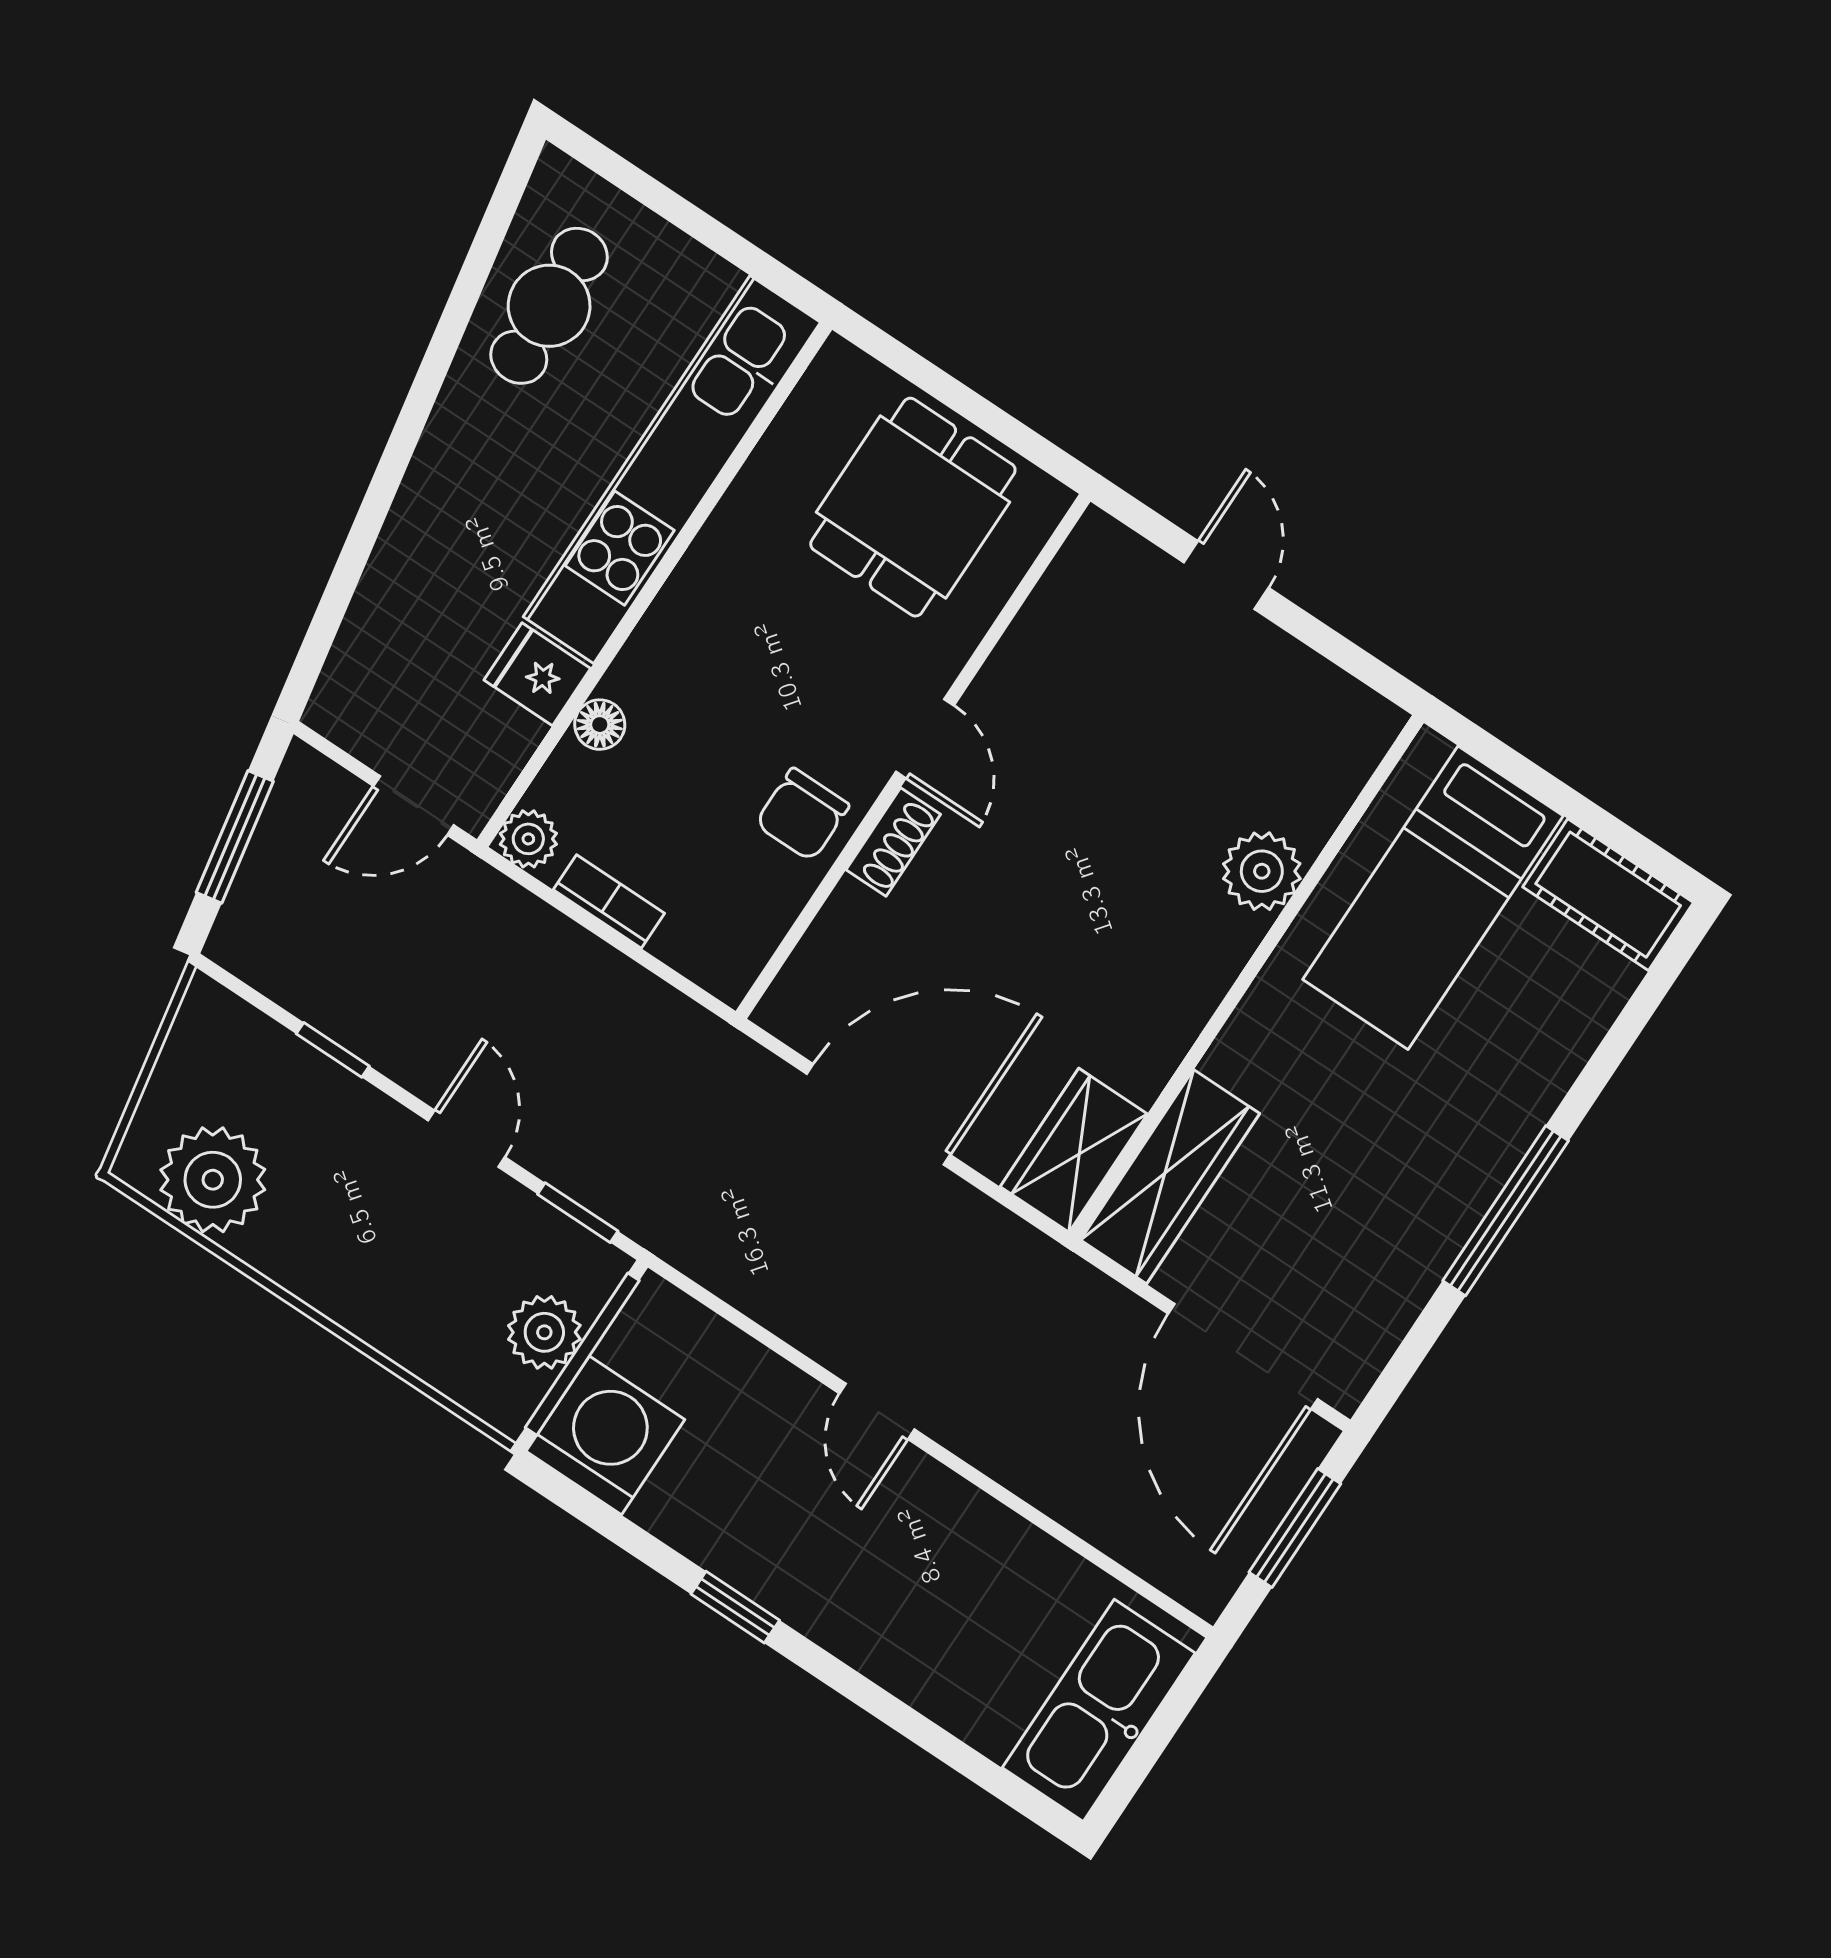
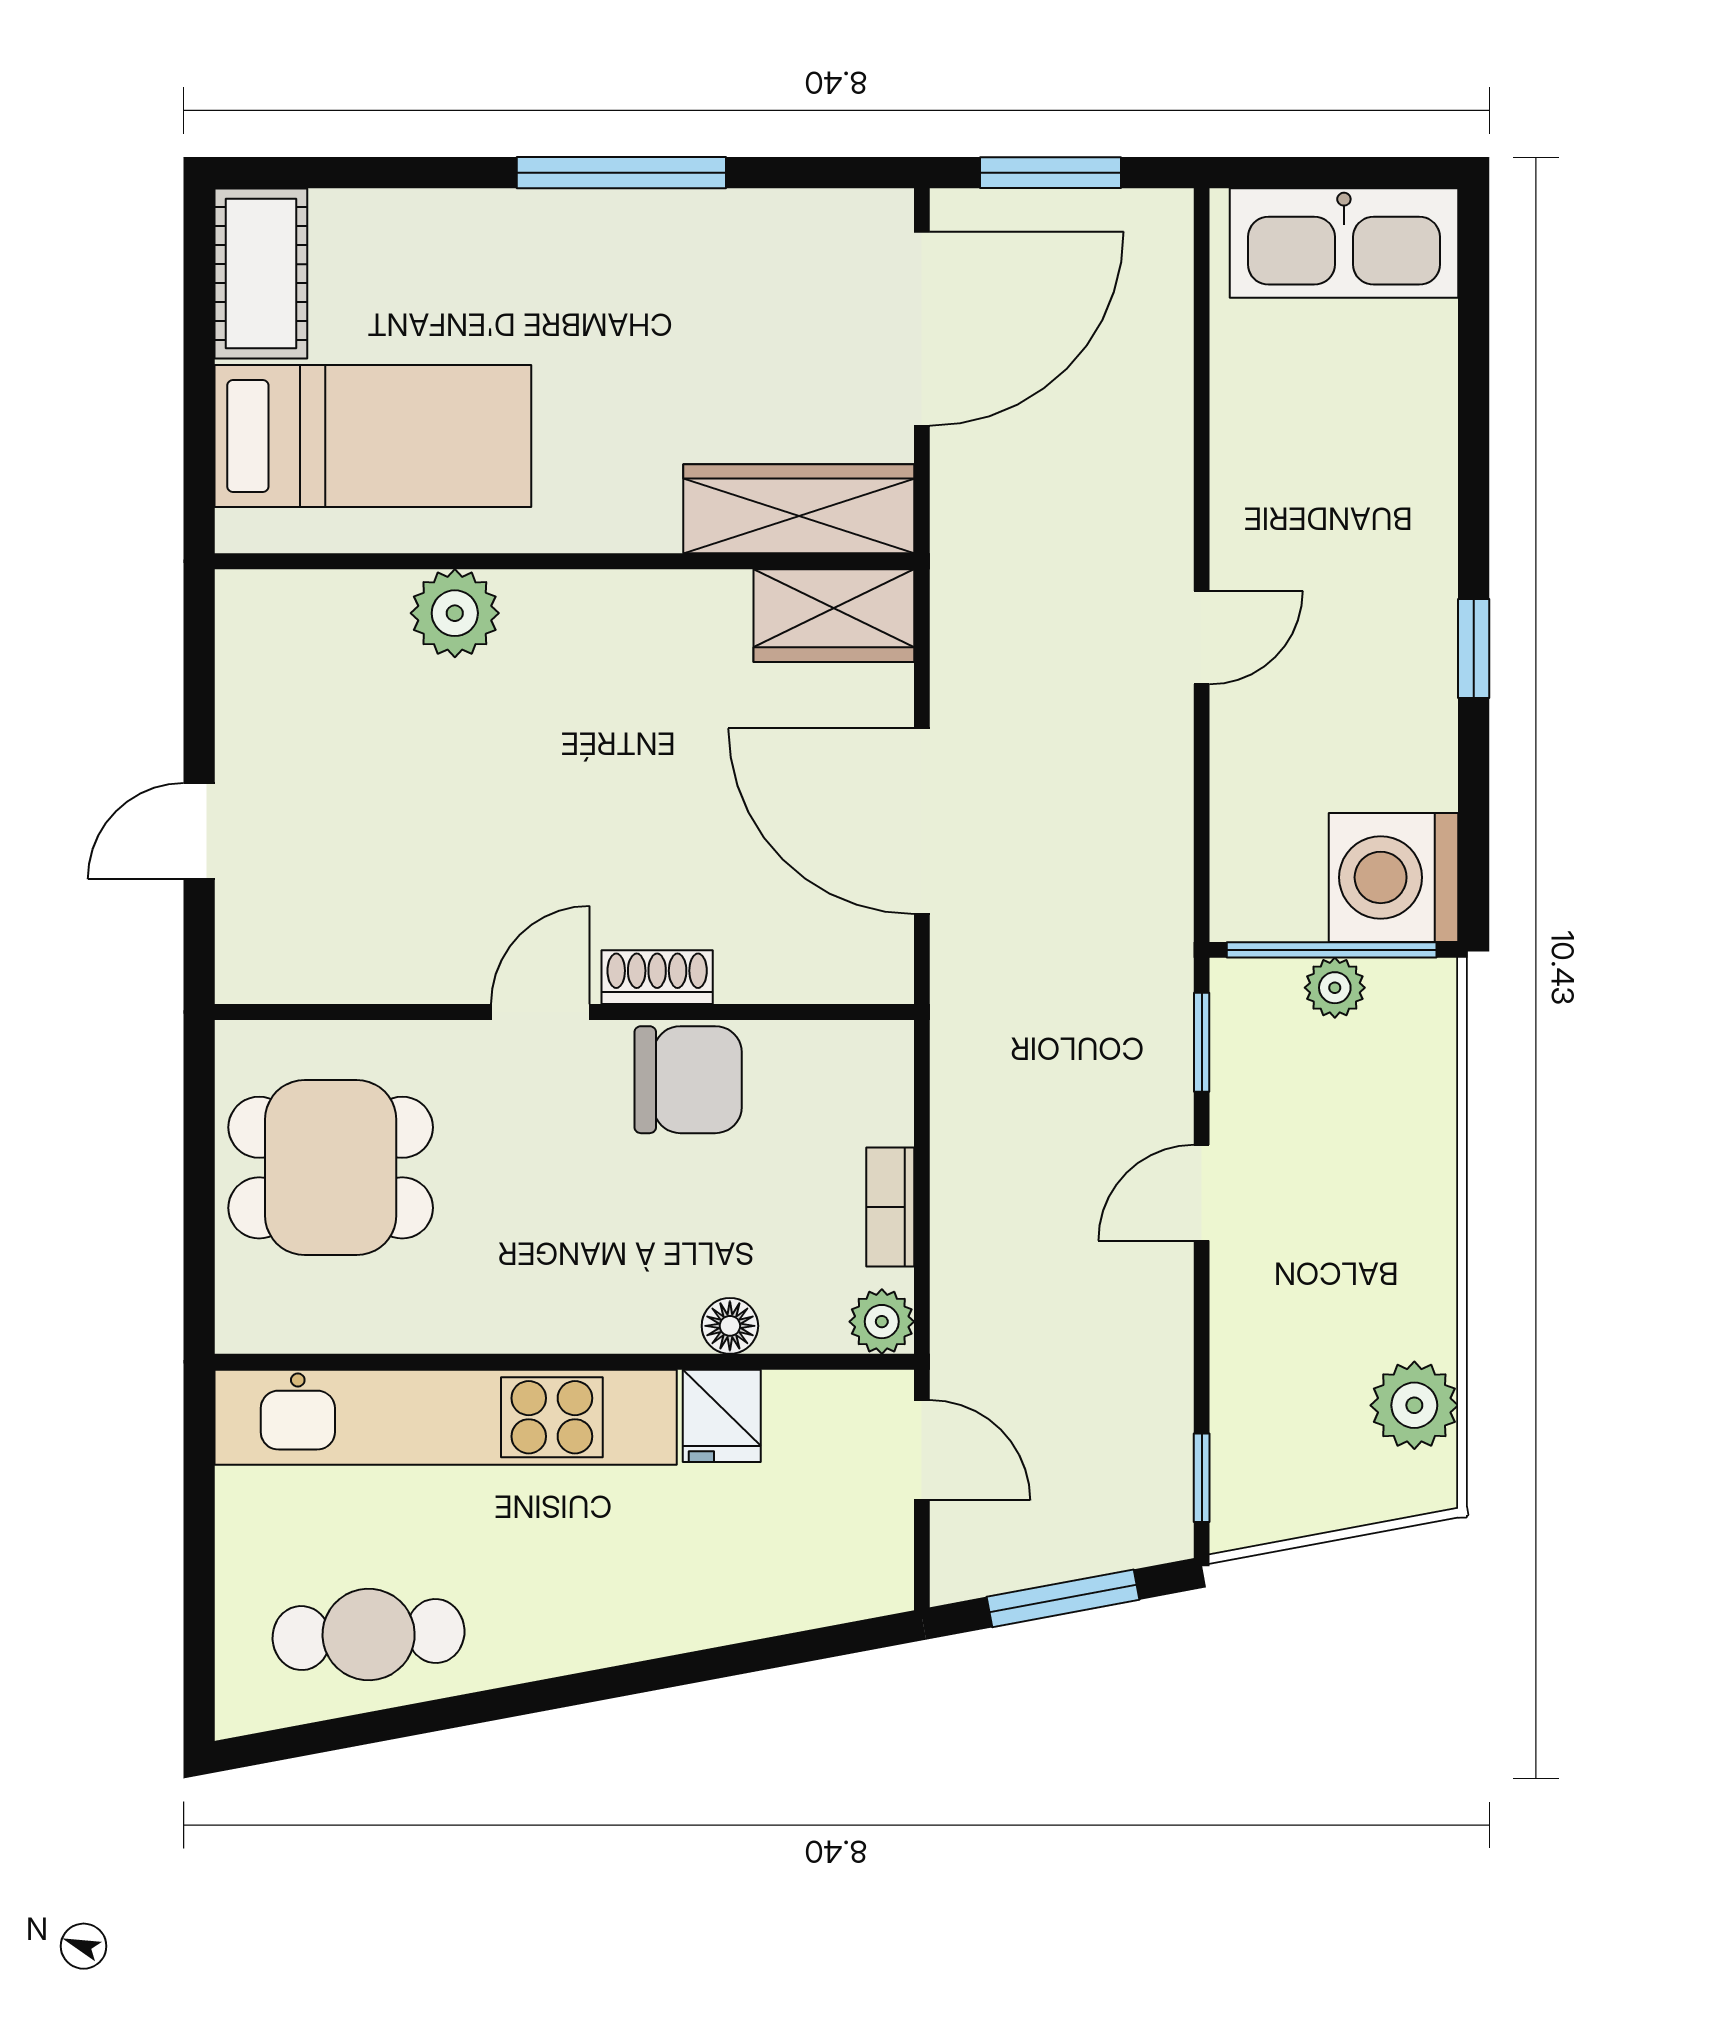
chair: (802, 815) -> (688, 1080), width x1.37, depth x1.37
window: (333, 1050) -> (1202, 1478), moved
plant: (213, 1180) -> (1414, 1405), width x0.73, depth x0.73
plant: (544, 1332) -> (1335, 988), width x0.73, depth x0.73

